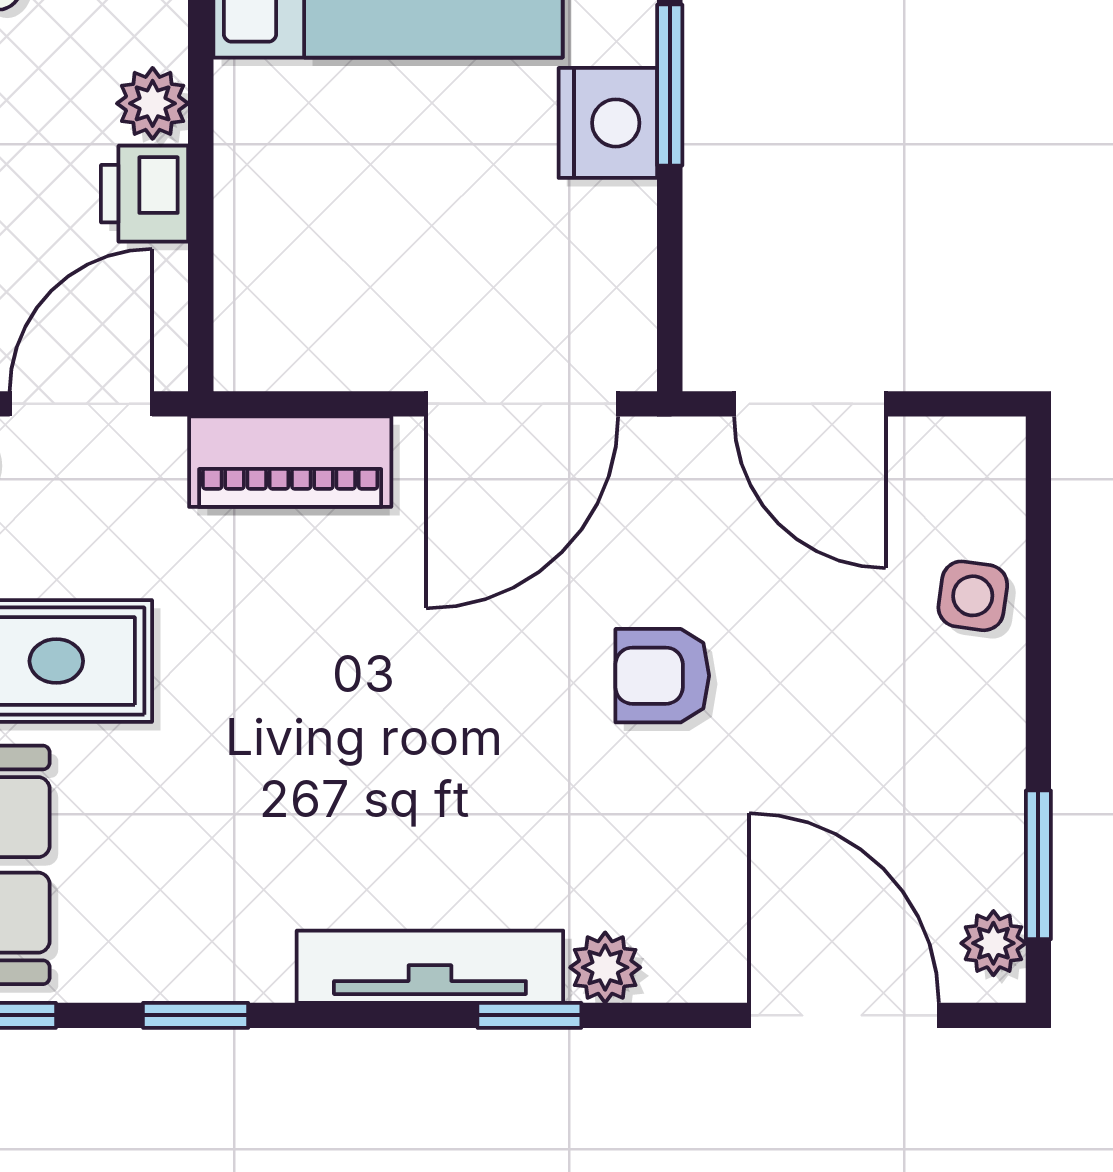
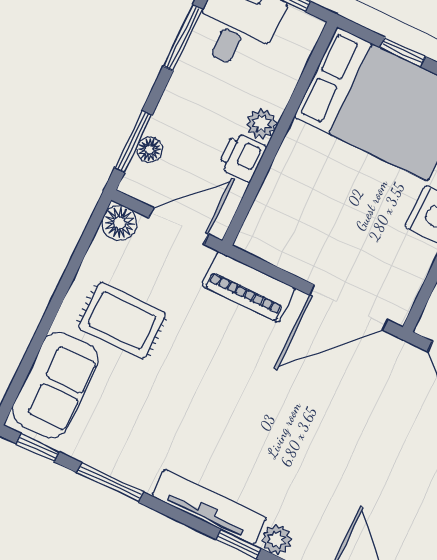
armchair: (662, 676) -> (352, 438), removed
window: (196, 1015) -> (110, 482), width x1.50

